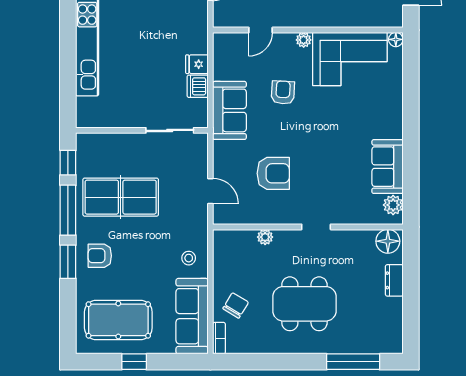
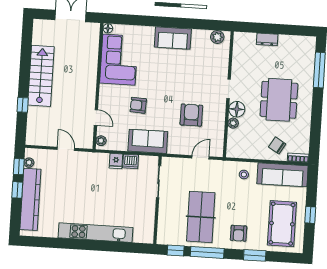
plant: (304, 40) -> (101, 141), moved
sofa: (388, 167) -> (173, 38), moved
floor lamp: (388, 241) -> (237, 109), moved
window: (68, 262) -> (255, 255), moved

